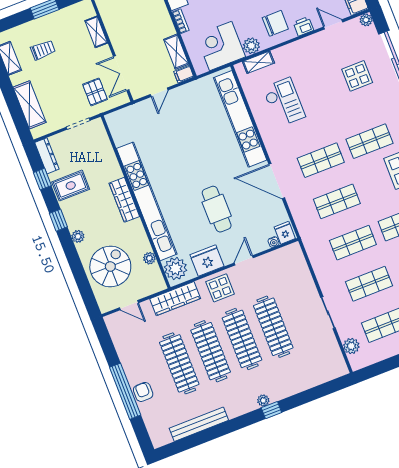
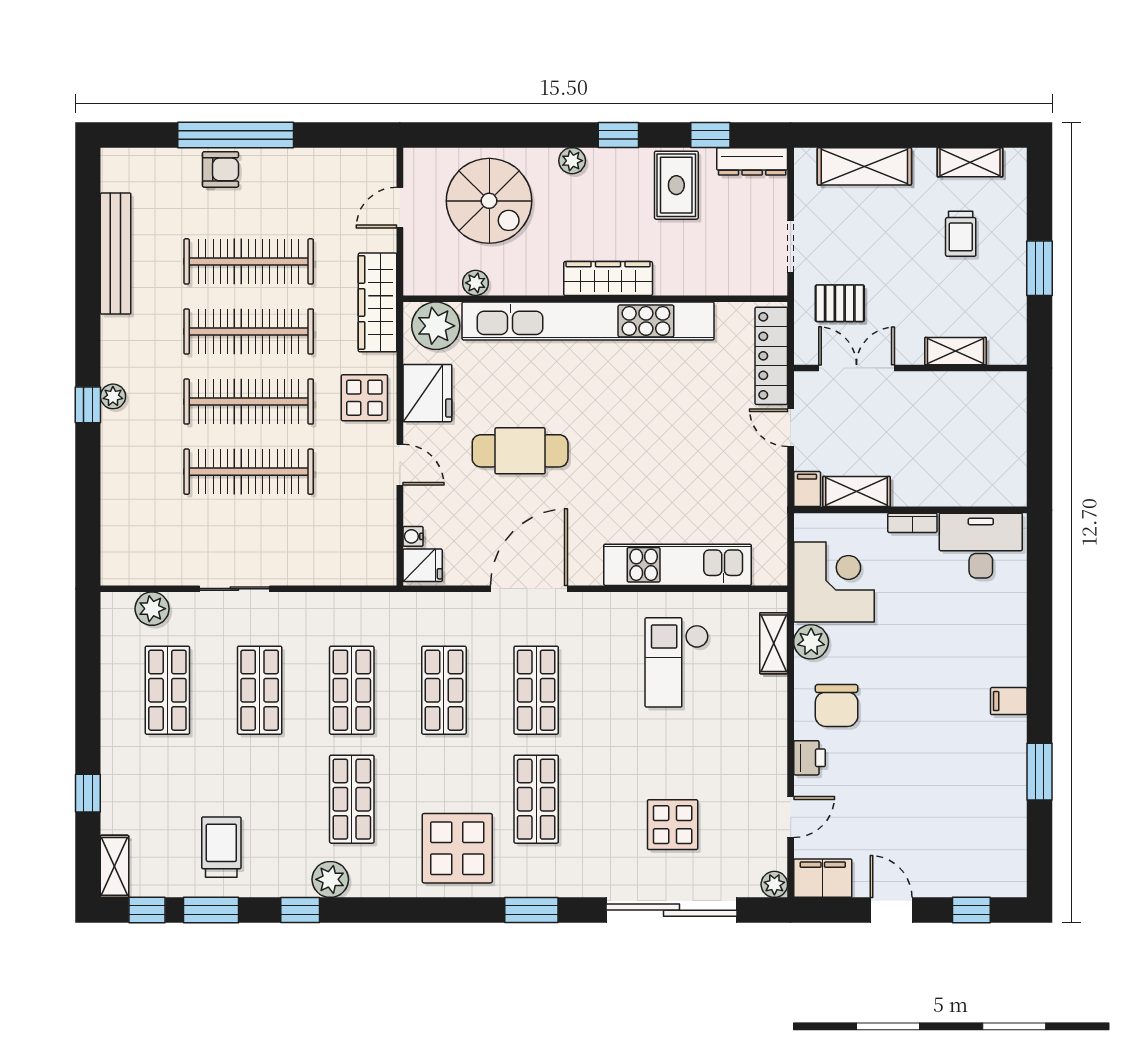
checkout: (284, 102) -> (677, 662), turned 90
locker: (130, 113) -> (771, 356), added
kitchen unit: (240, 119) -> (677, 565), width x0.73

